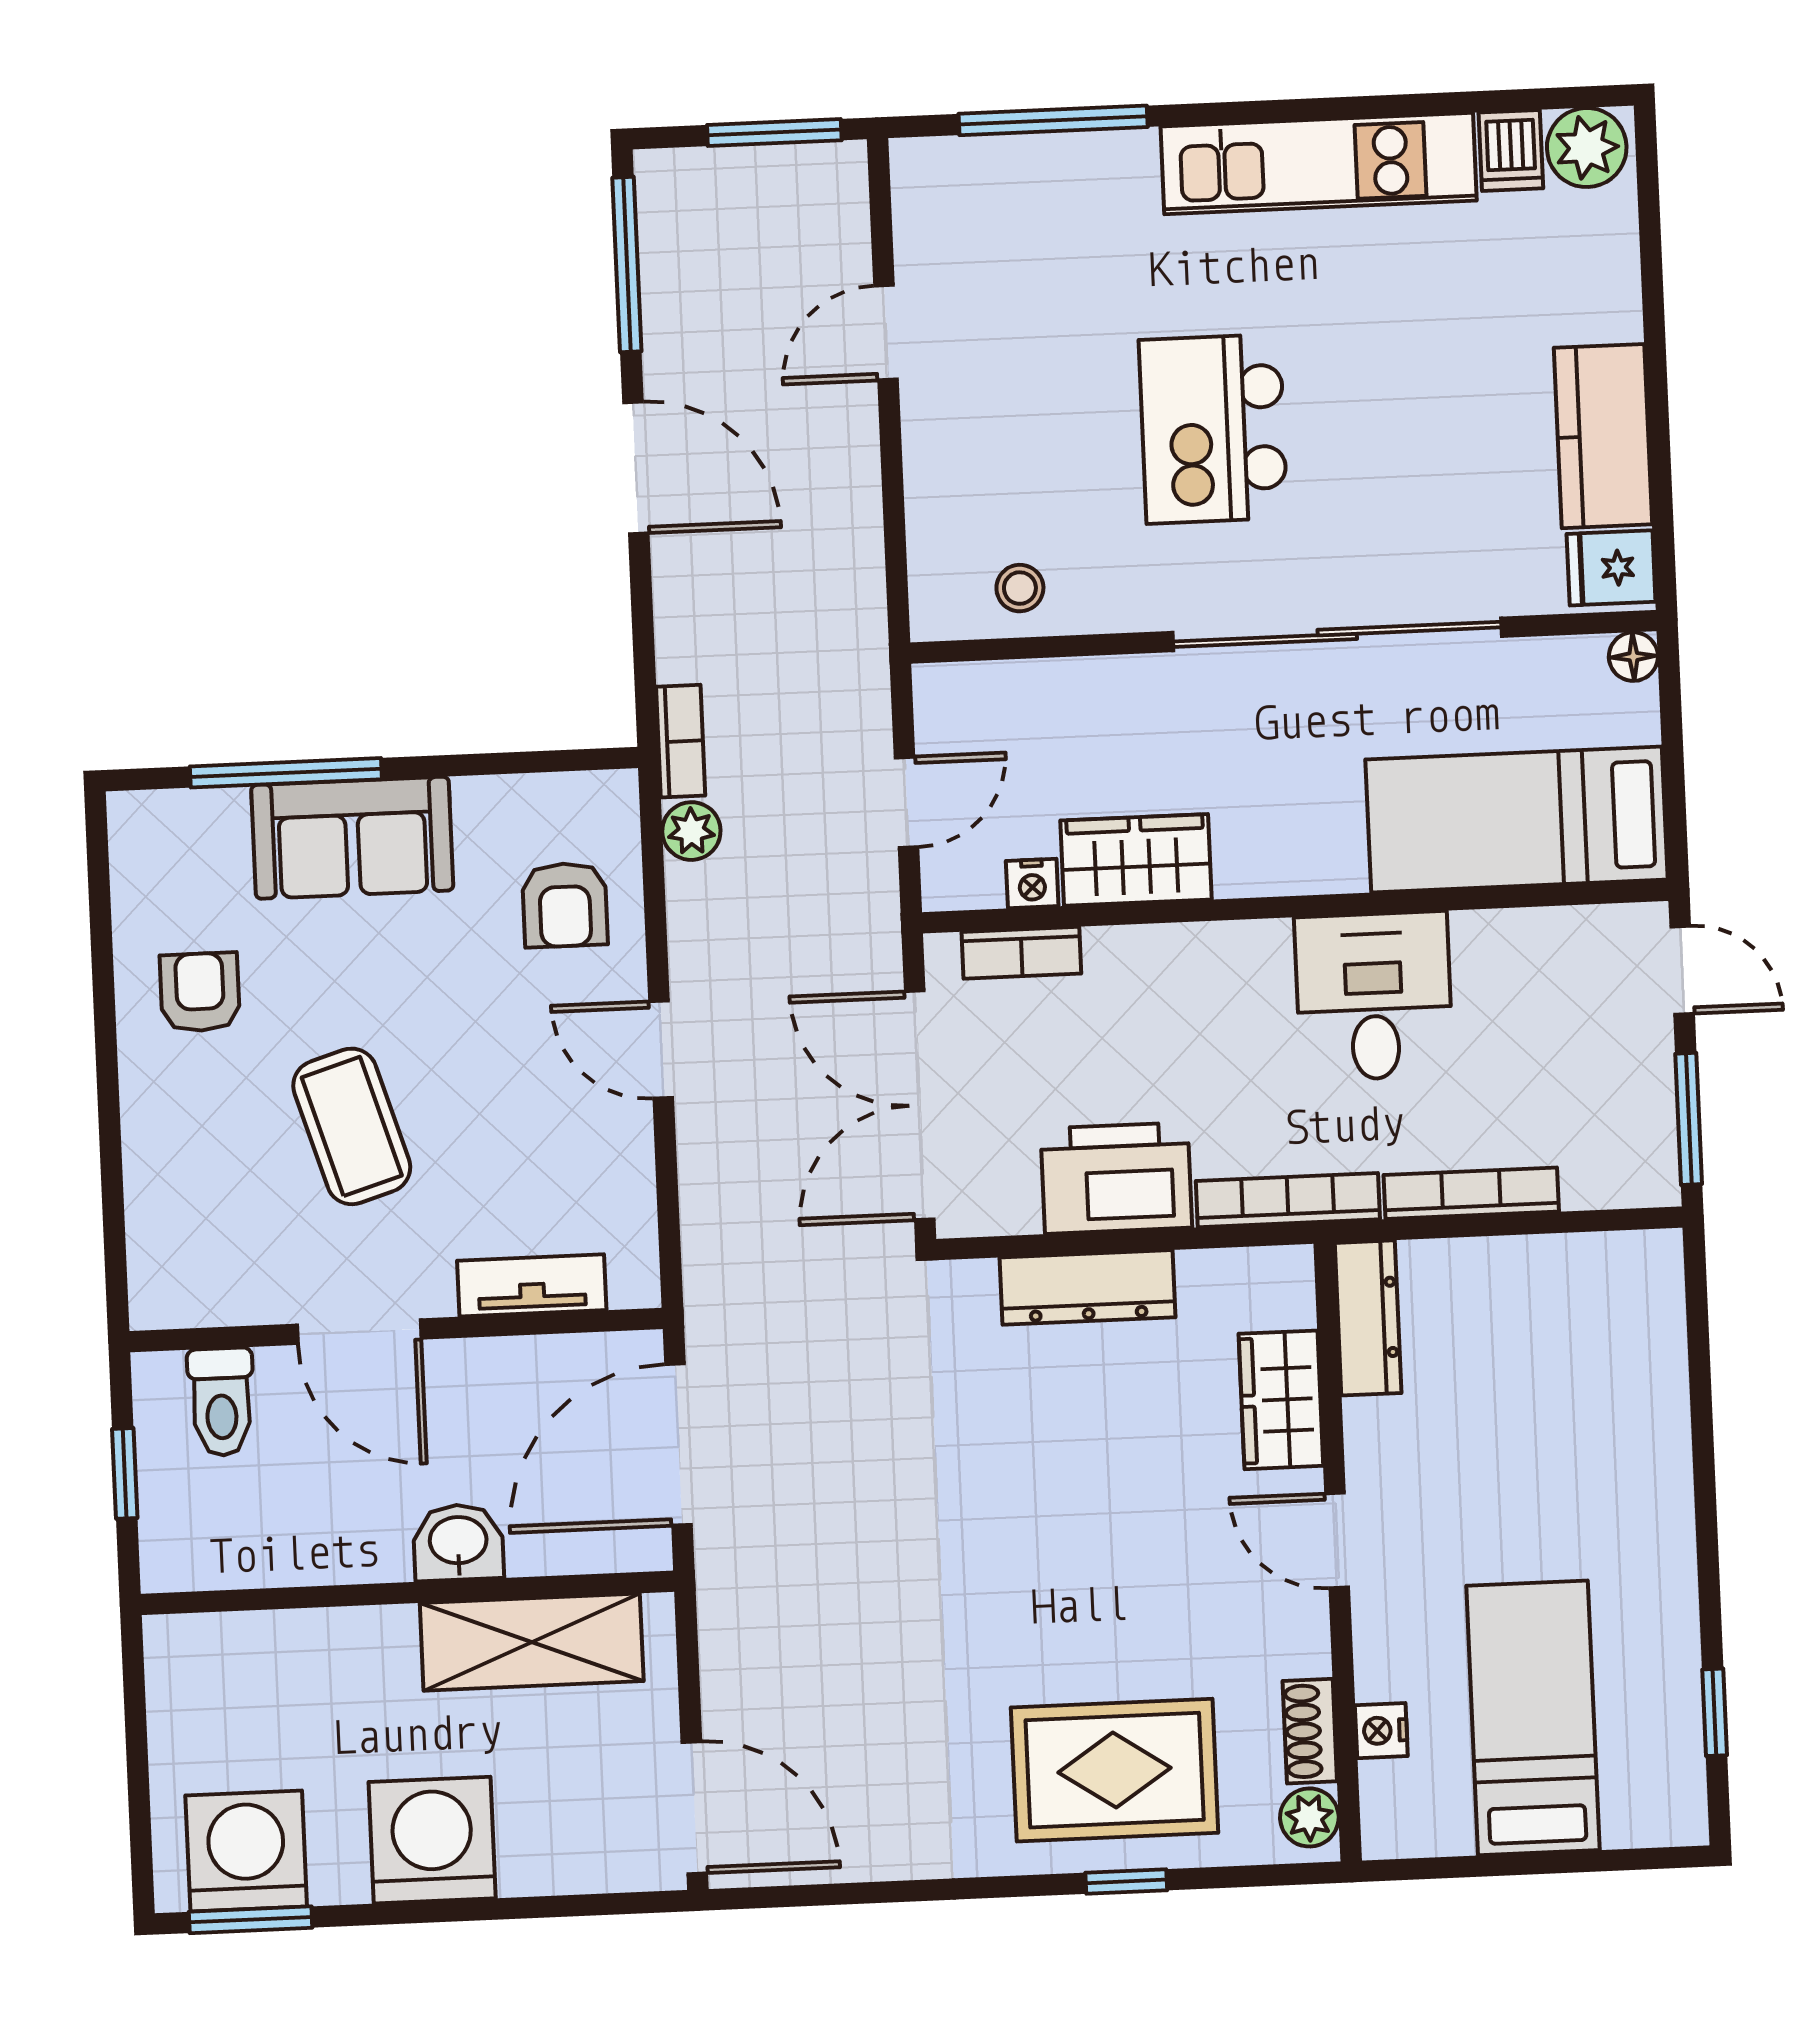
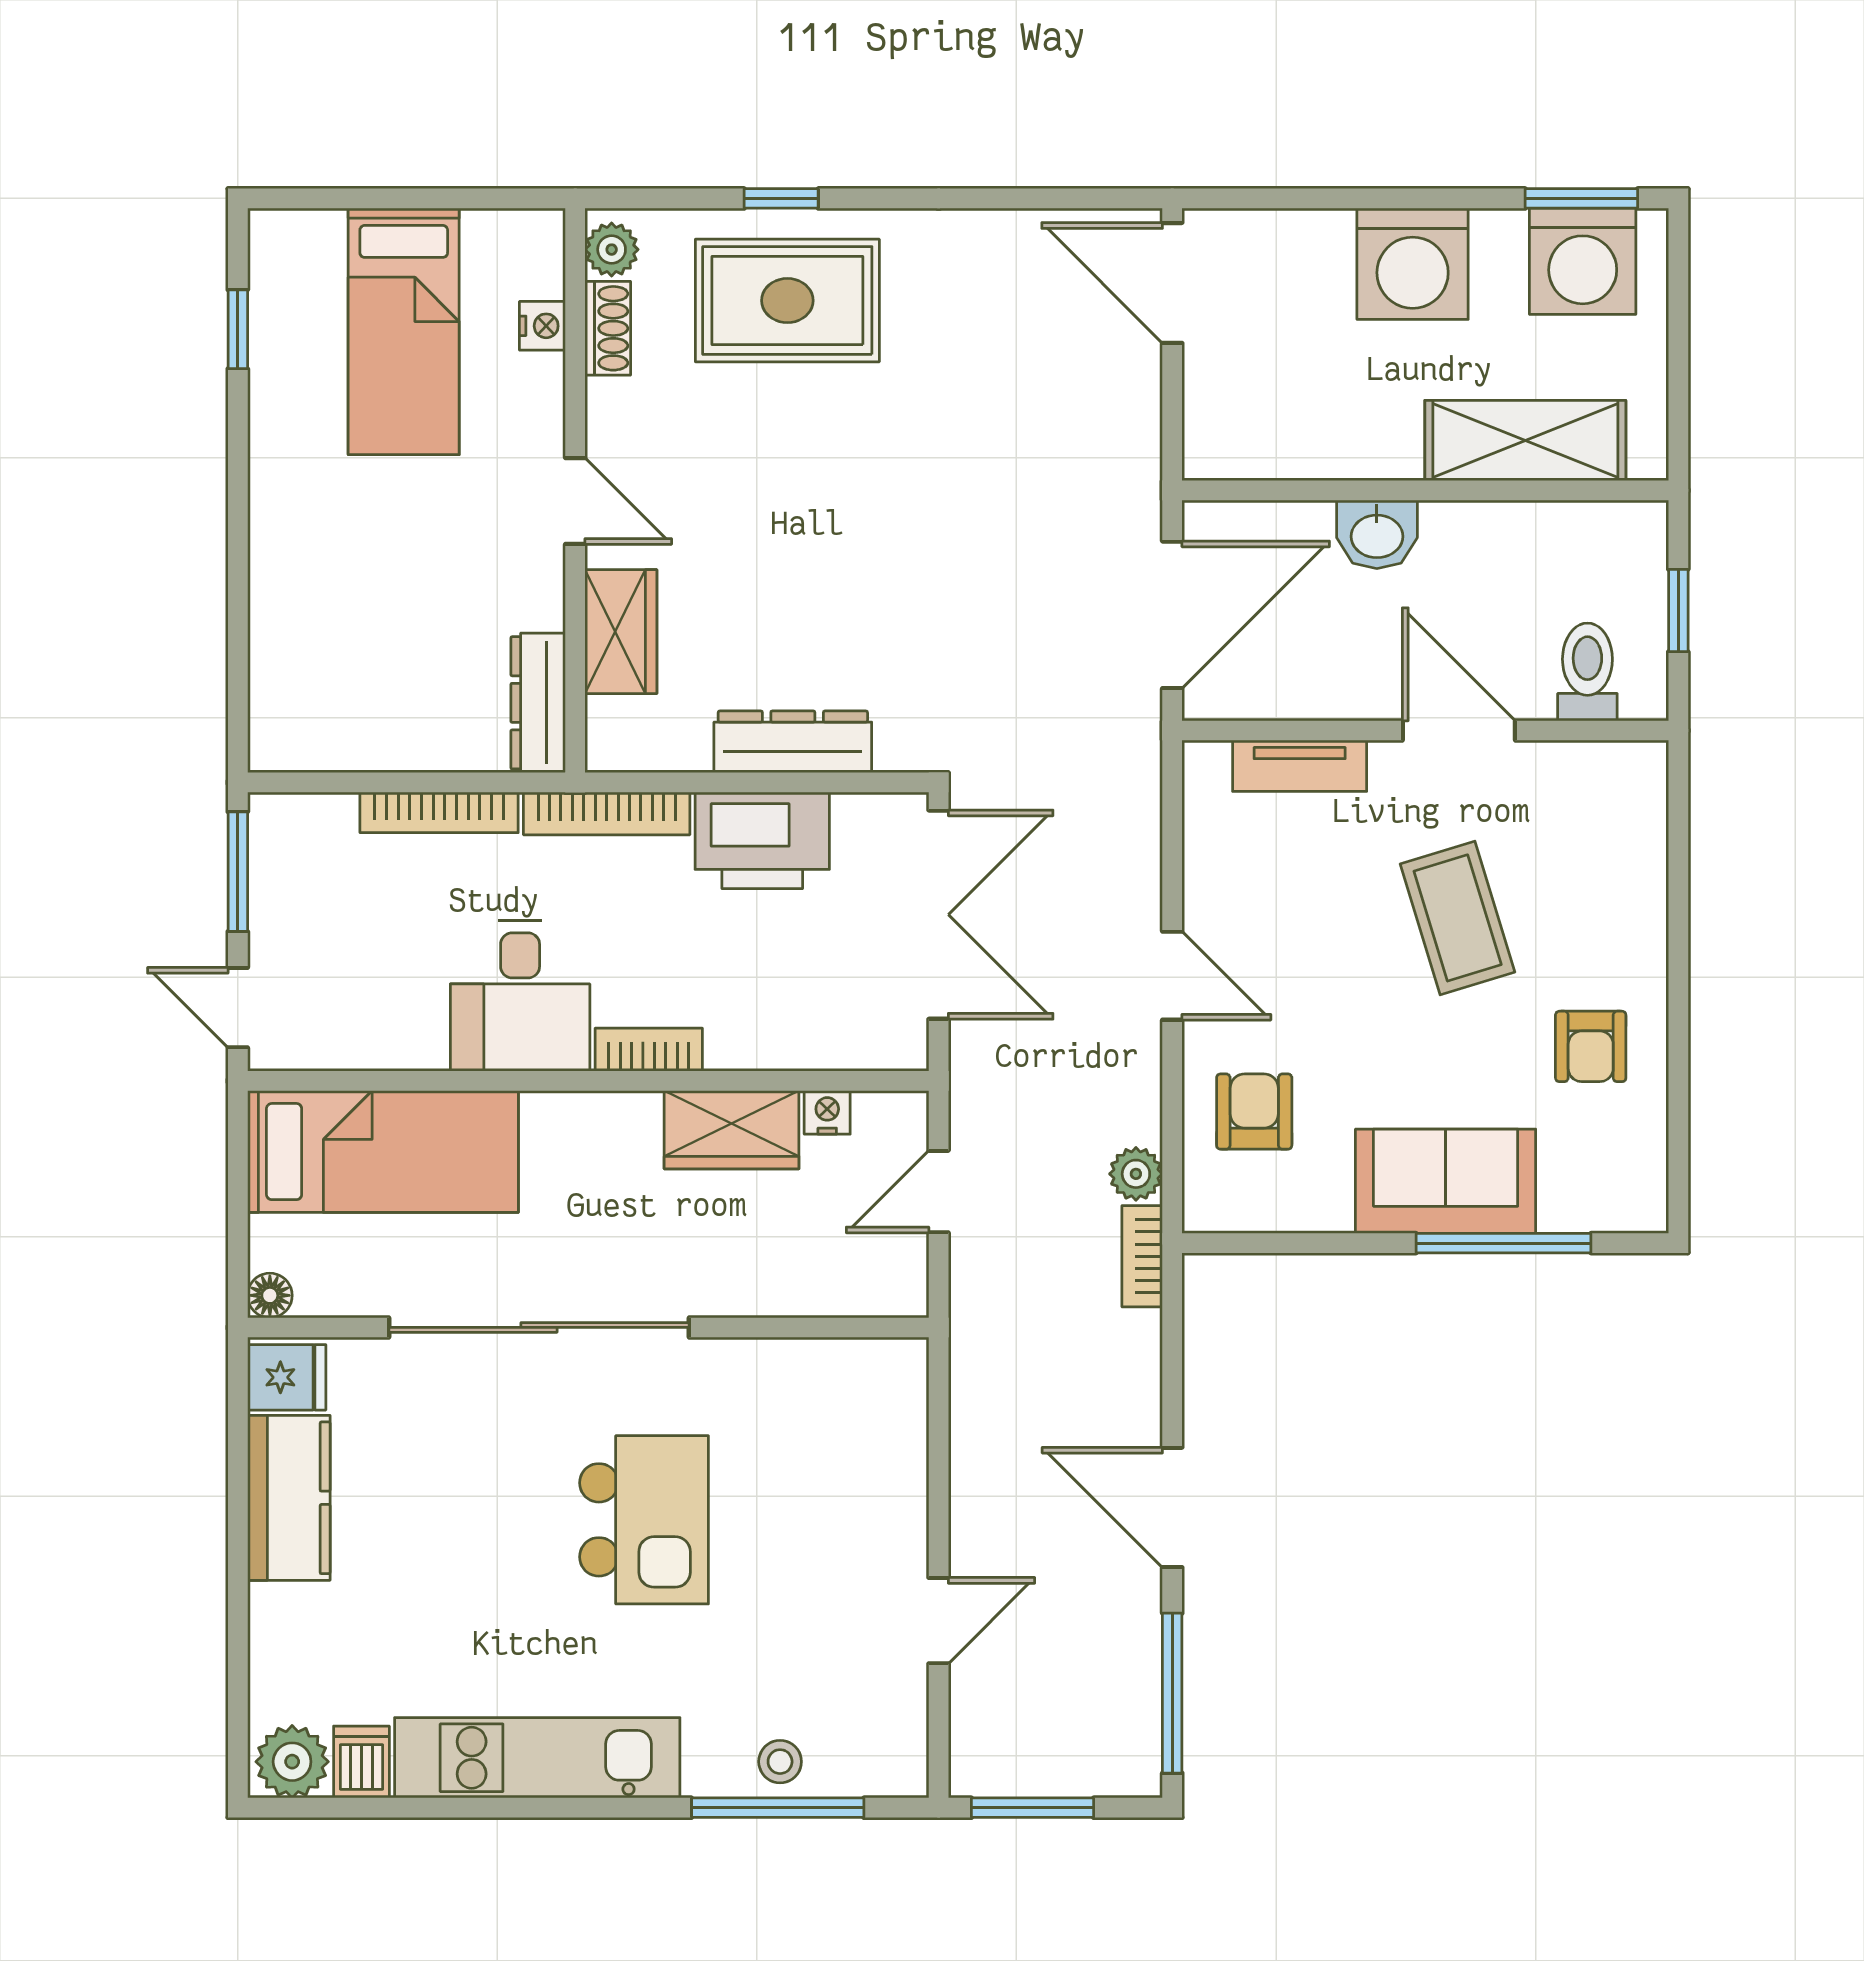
stool: (1020, 588) -> (780, 1762), moved
bookcase: (1021, 953) -> (649, 1050), moved
shelving: (532, 1642) -> (1525, 440), moved

